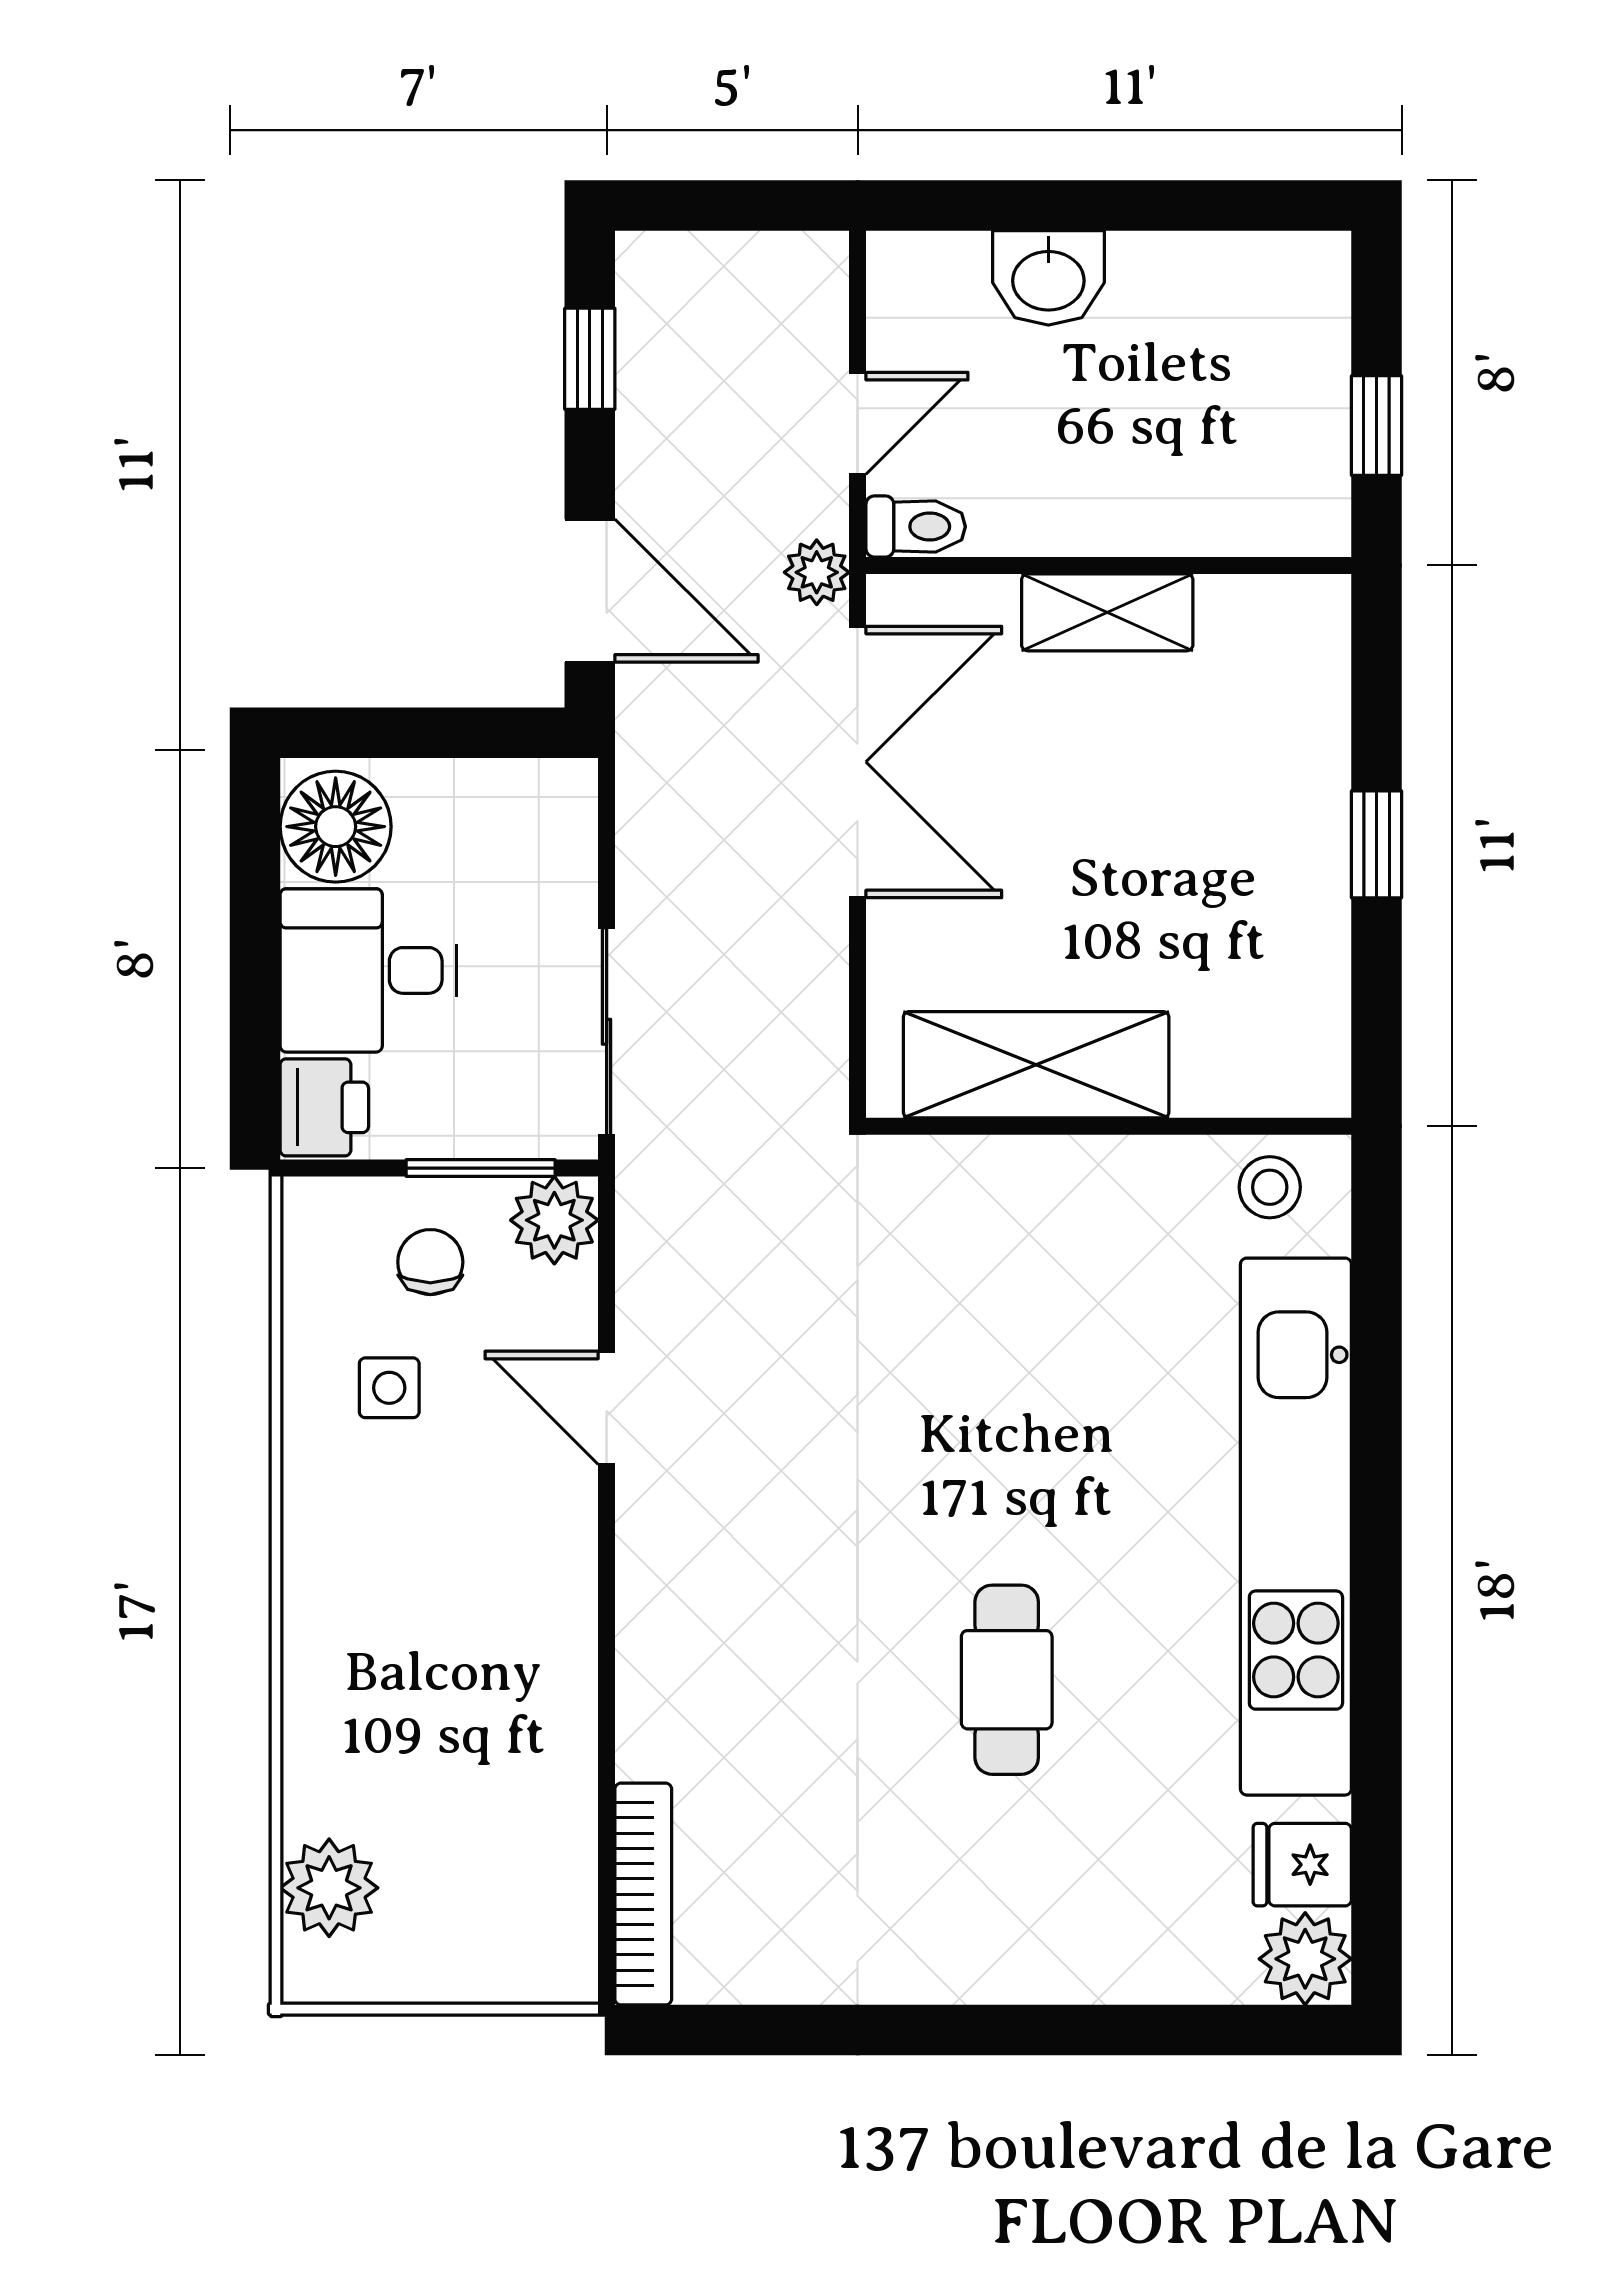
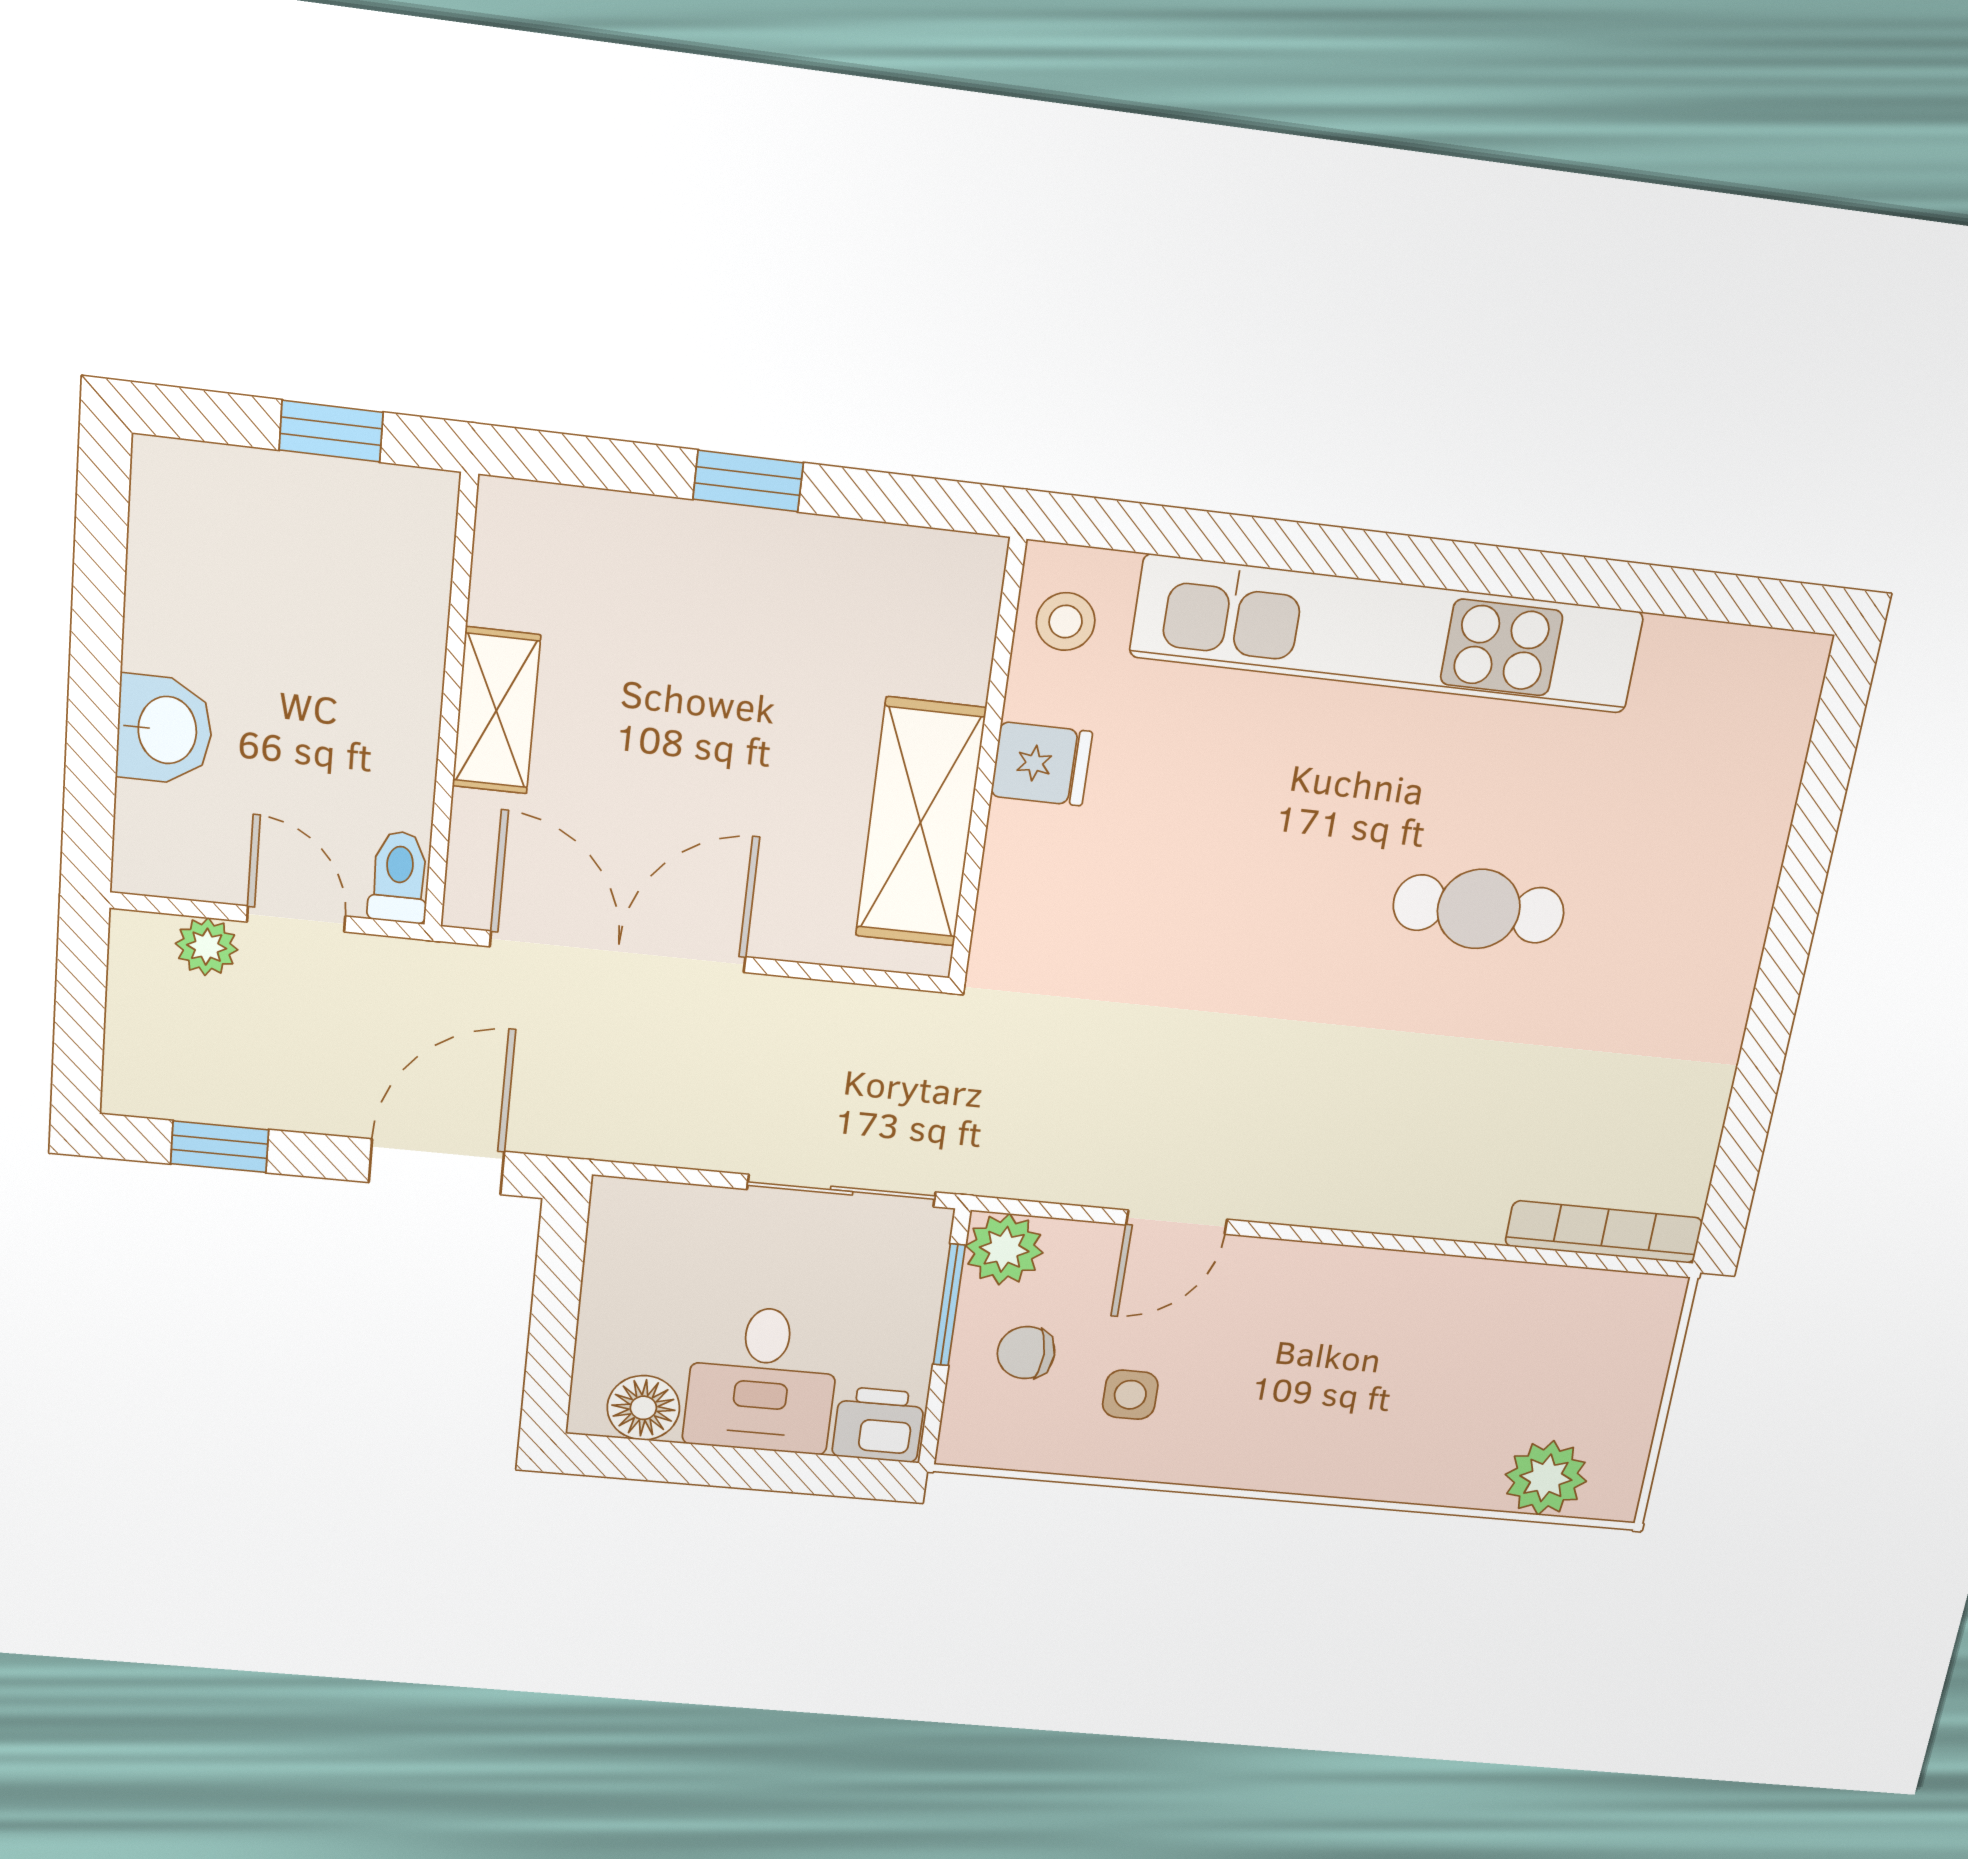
plant: (817, 572) -> (207, 947), moved
floor lamp: (336, 827) -> (643, 1408), width x0.73, depth x0.73
fridge: (1302, 1865) -> (1042, 764), moved, turned -90
plant: (1305, 1959) -> (1784, 672), removed

